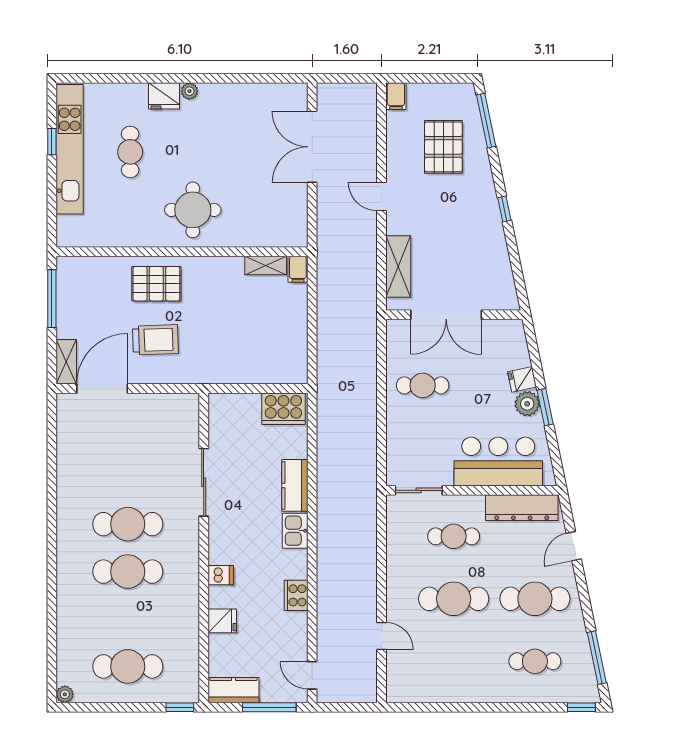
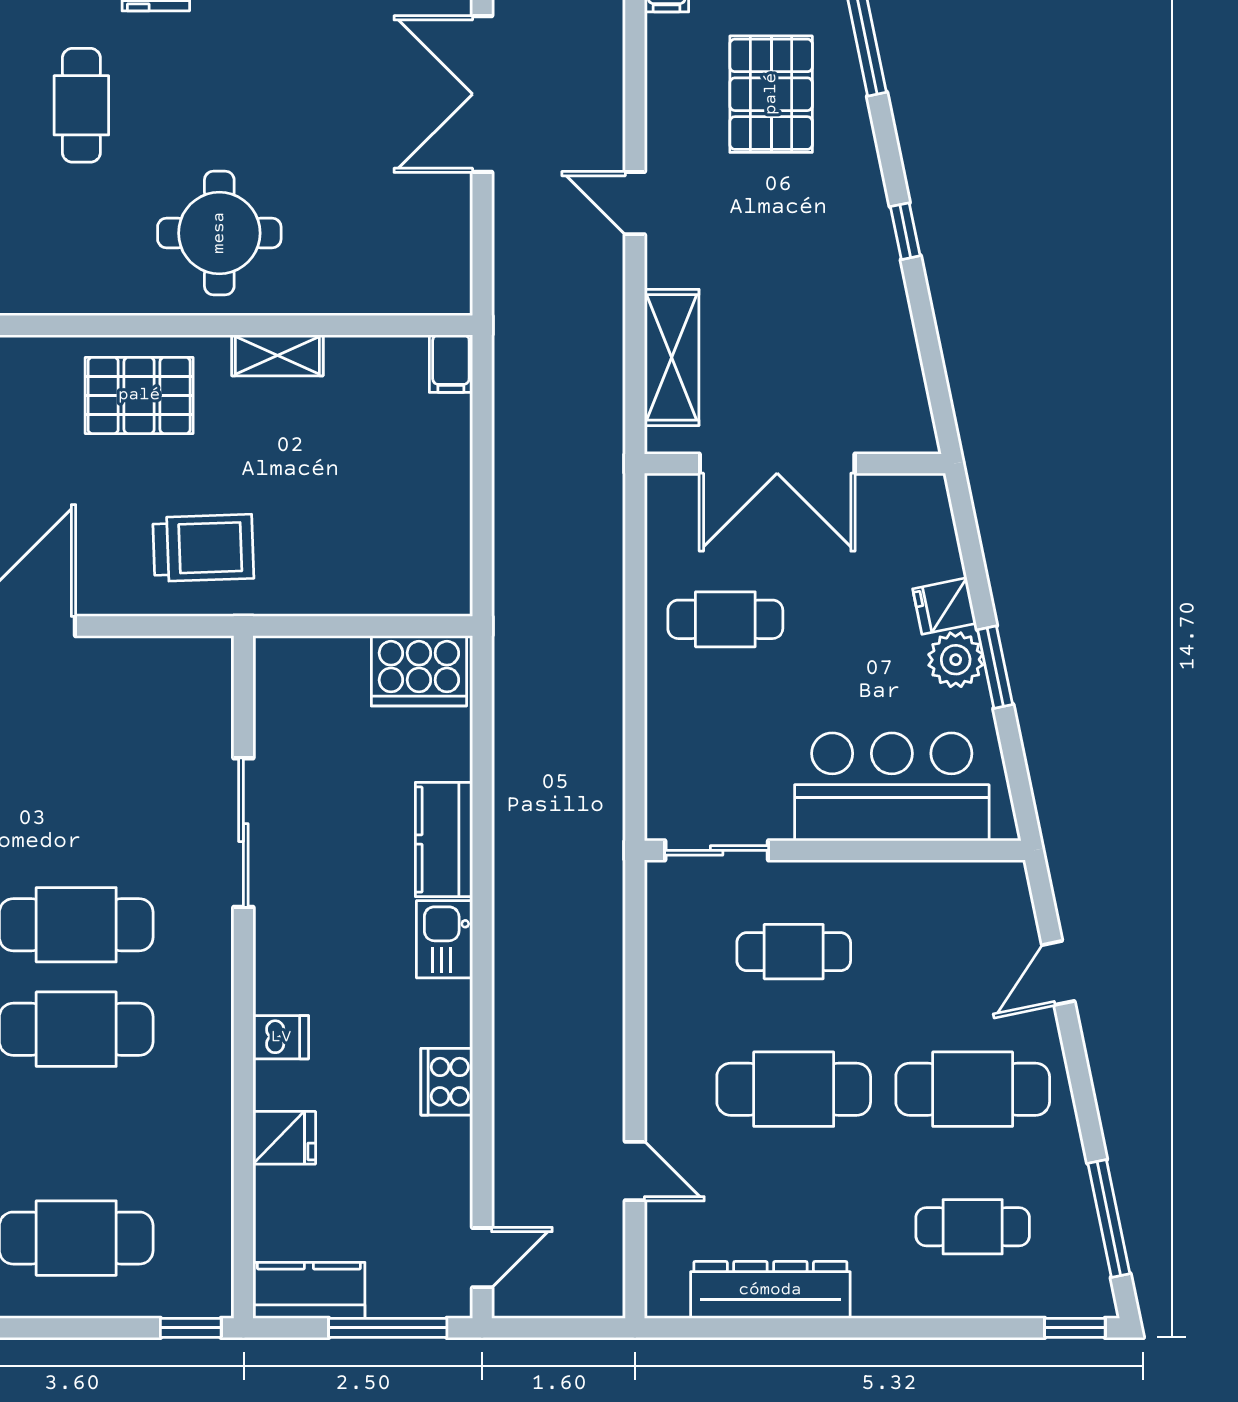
shelving: (266, 265) -> (277, 355), moved
trolley: (155, 340) -> (203, 548), moved
dresser: (522, 508) -> (770, 1290), moved, turned 180
door: (312, 675) -> (482, 1258), swing flipped

